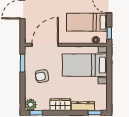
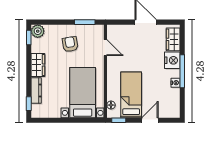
door: (45, 45) -> (105, 48), width x0.53

